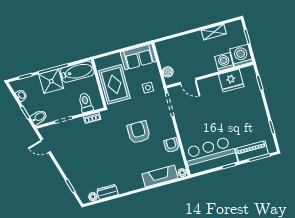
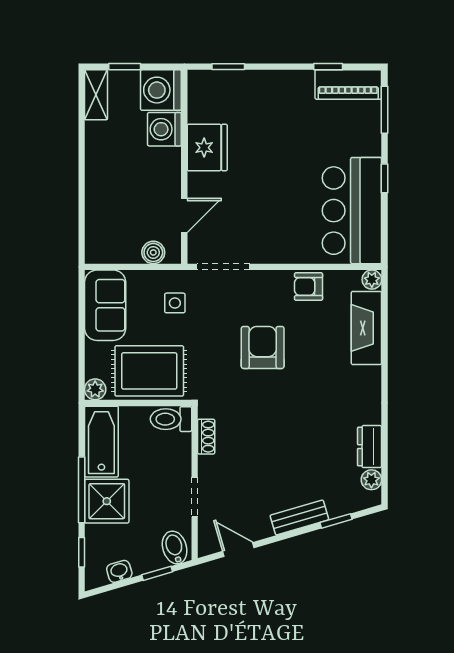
shelving: (214, 32) -> (96, 95), moved
plant: (100, 63) -> (95, 389), added
fridge: (231, 81) -> (207, 148), moved
toilet: (86, 103) -> (171, 419), moved
armchair: (139, 132) -> (263, 347), turned 90
door: (46, 146) -> (238, 550), swing flipped
piano: (252, 151) -> (348, 85), moved, turned -90
bench: (67, 169) -> (299, 517), added

